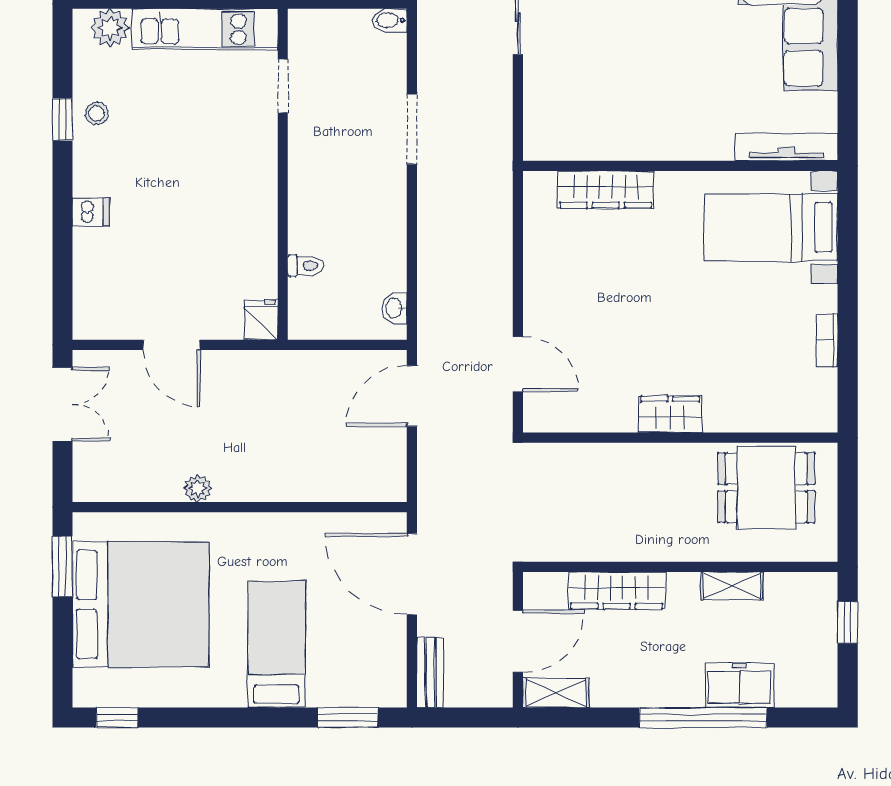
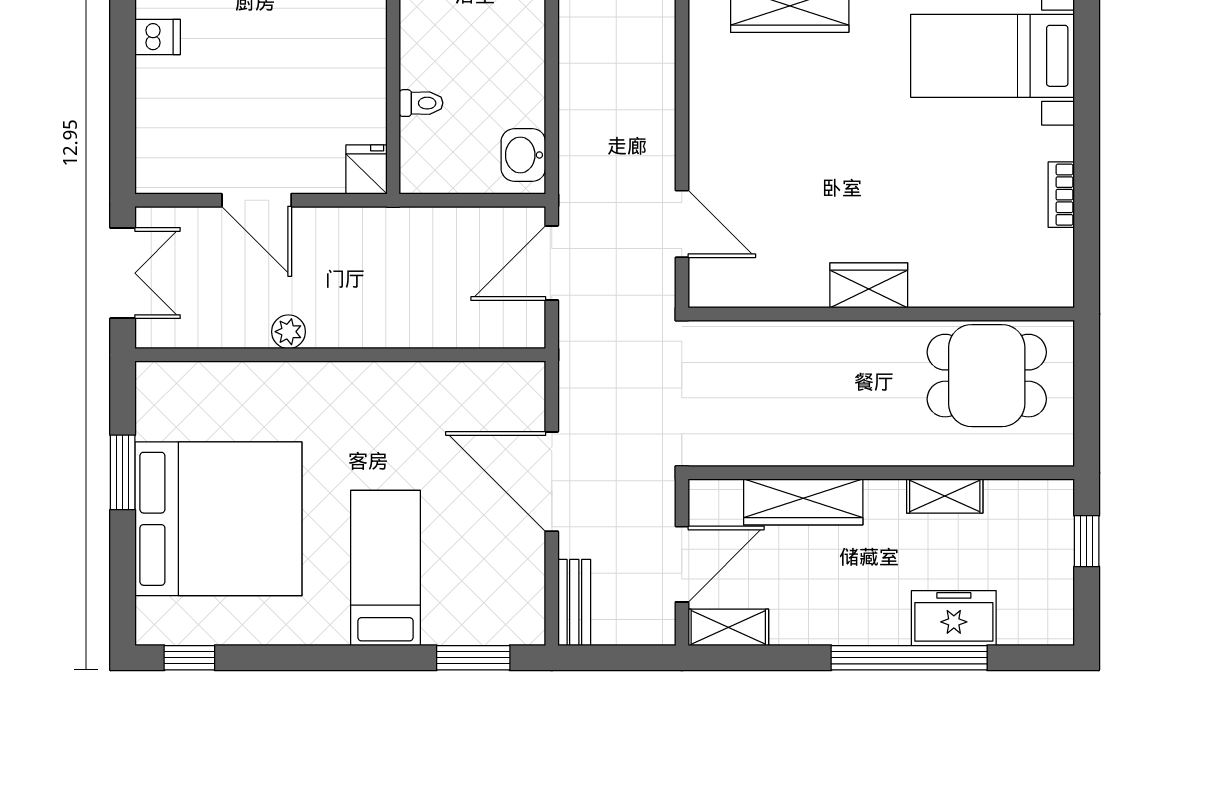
washbasin: (394, 308) -> (523, 155), width x1.38, depth x1.45
plant: (198, 488) -> (288, 332), moved
wall: (240, 507) -> (340, 355), moved

